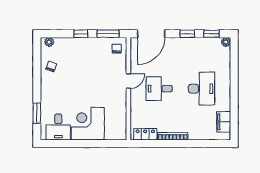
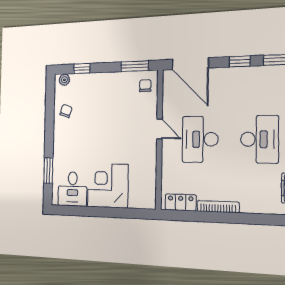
window: (81, 34) -> (82, 69), moved
door: (151, 34) -> (190, 64), hinge flipped
door: (128, 81) -> (160, 129), hinge flipped
desk: (159, 89) -> (200, 139), width x1.37

